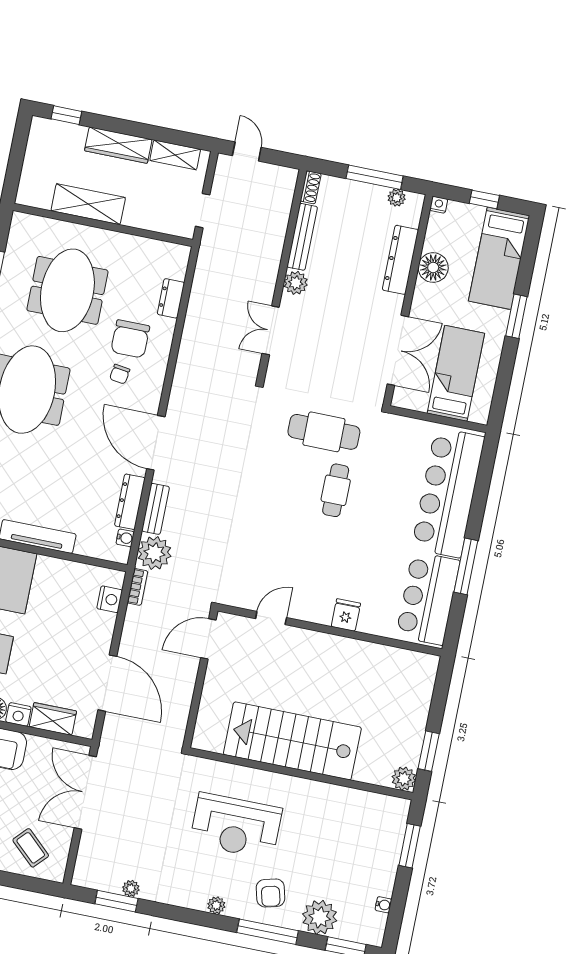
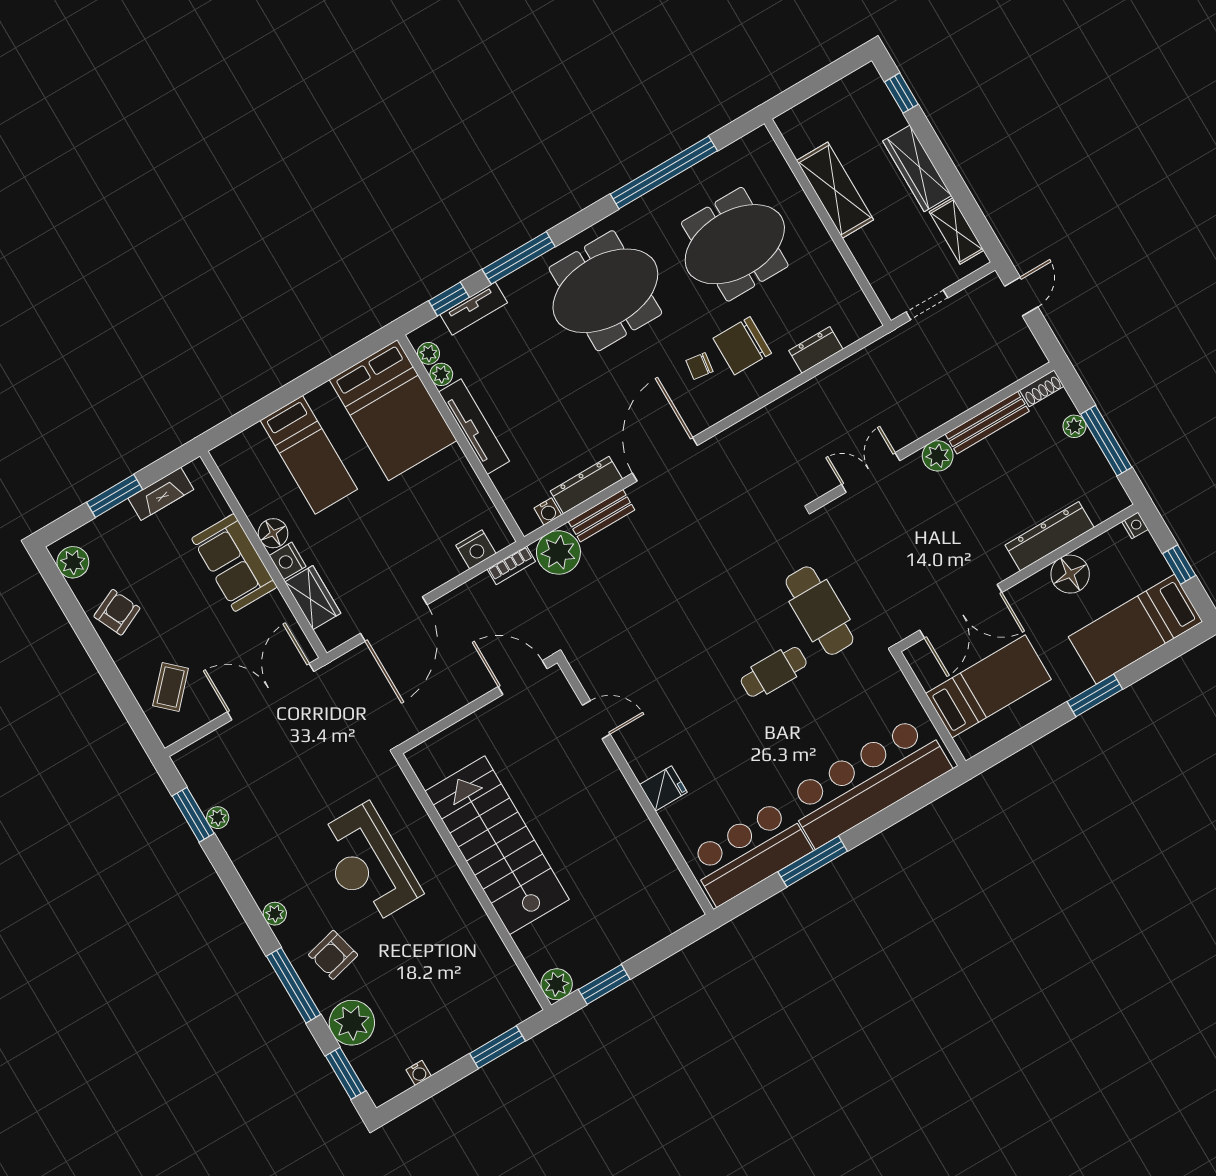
plant: (397, 198) -> (1074, 426), moved

